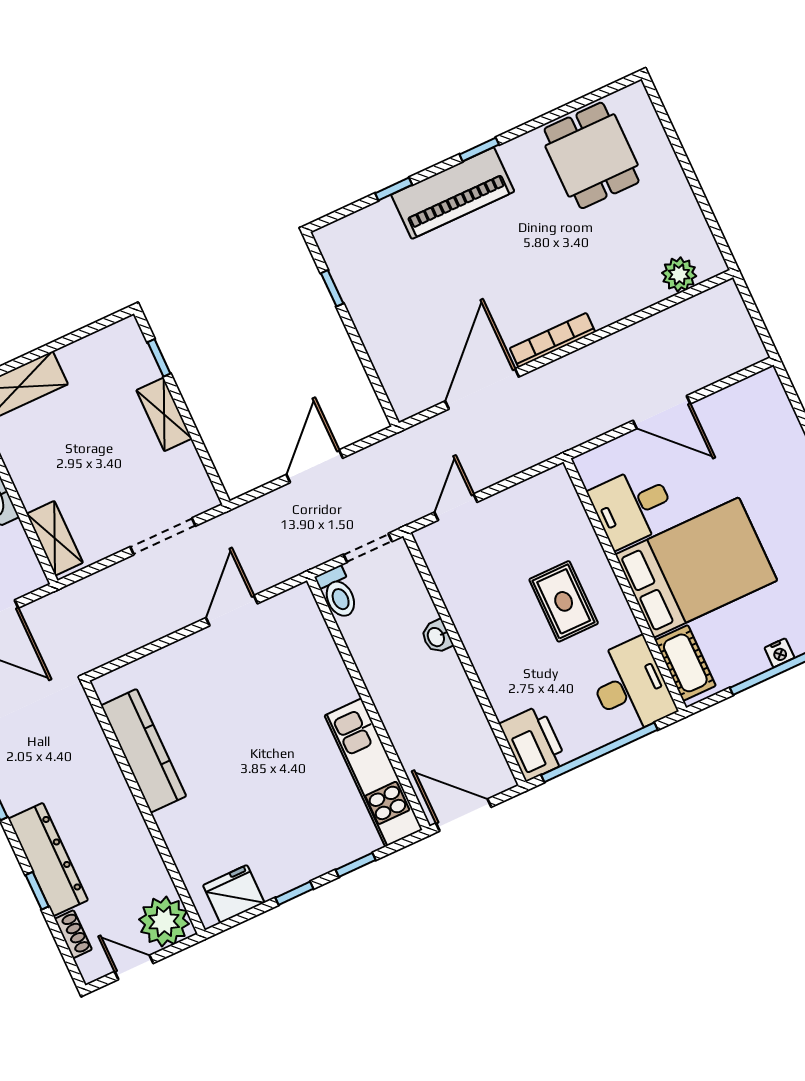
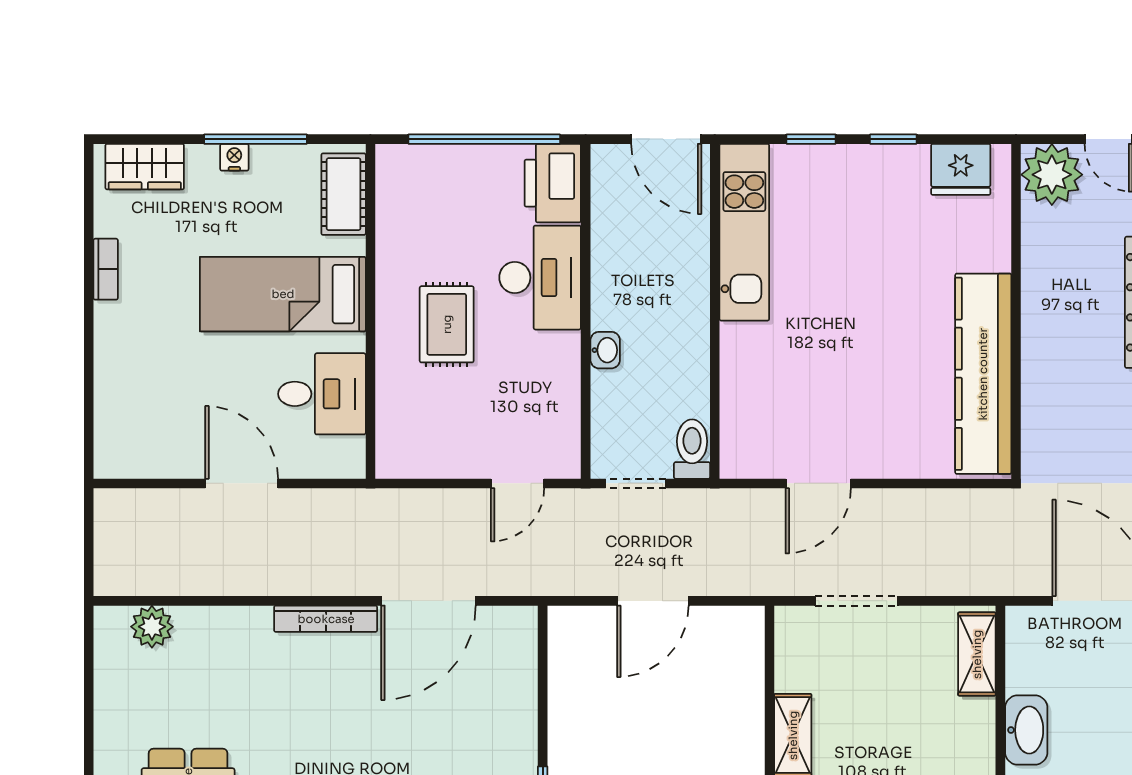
bed: (696, 567) -> (283, 294), width x0.67
desk: (631, 687) -> (540, 278), moved, turned 180
kitchen counter: (144, 751) -> (983, 374), width x1.39, depth x1.17

